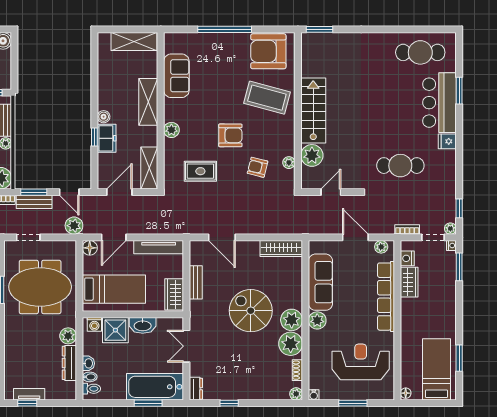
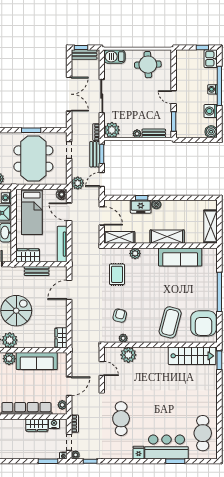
armchair: (268, 51) -> (204, 323), turned 180
sofa: (176, 76) -> (180, 257), width x1.36
stairs: (313, 111) -> (192, 356), moved
plant: (171, 130) -> (135, 253), moved
armchair: (230, 135) -> (143, 296), removed
wardrobe: (281, 249) -> (61, 338), width x0.67

